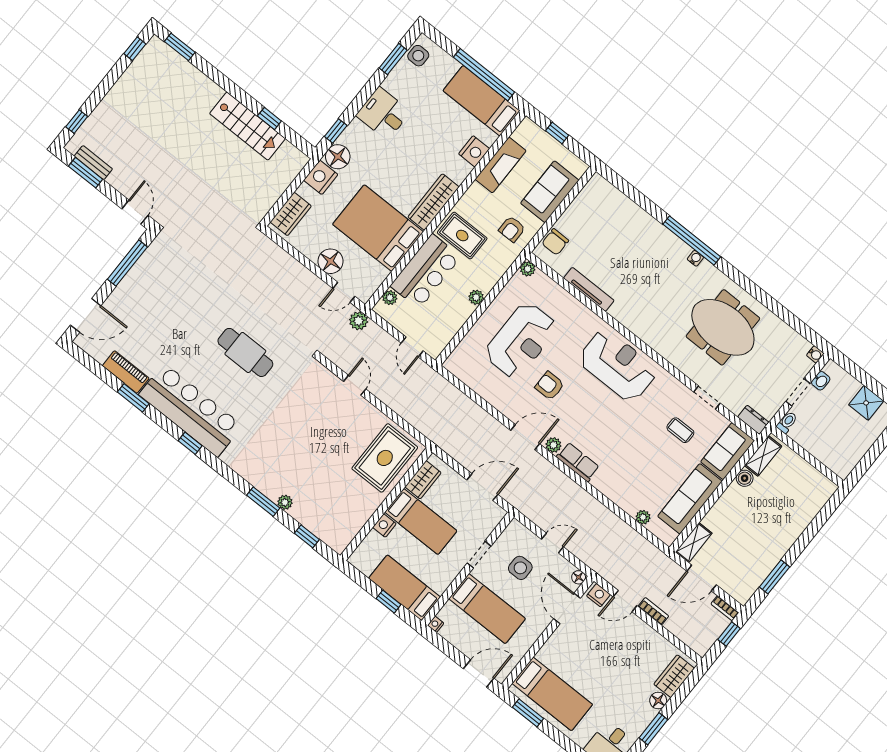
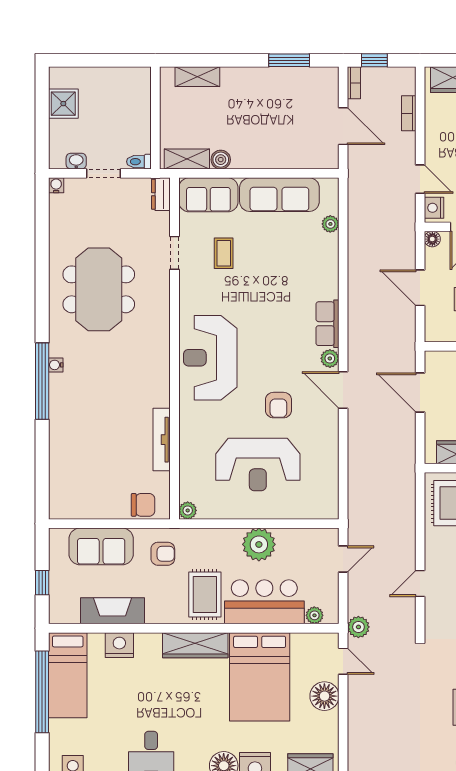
plant: (476, 297) -> (259, 544), width x1.87, depth x1.87
reception desk: (521, 340) -> (258, 464), turned 180
door: (552, 543) -> (420, 288), width x1.38
shelving: (694, 543) -> (197, 77), moved
bookcase: (653, 611) -> (409, 113), moved

